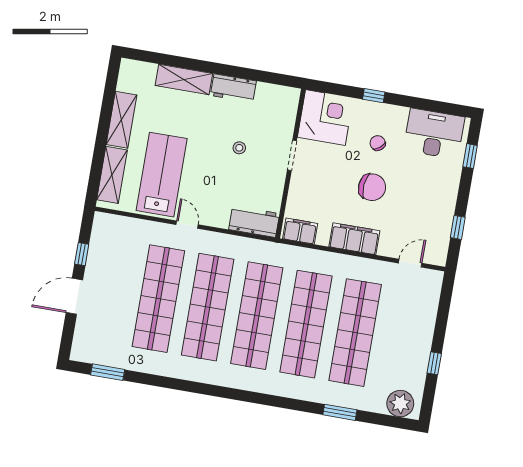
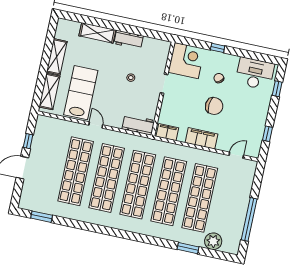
window: (434, 363) -> (249, 219), width x3.17
plant: (400, 404) -> (213, 241), moved

